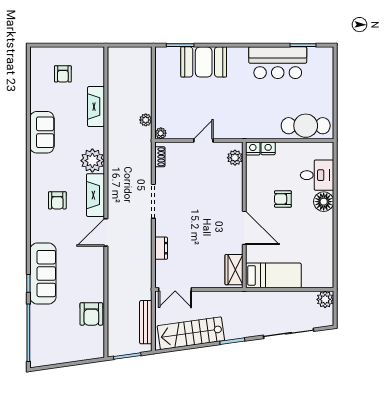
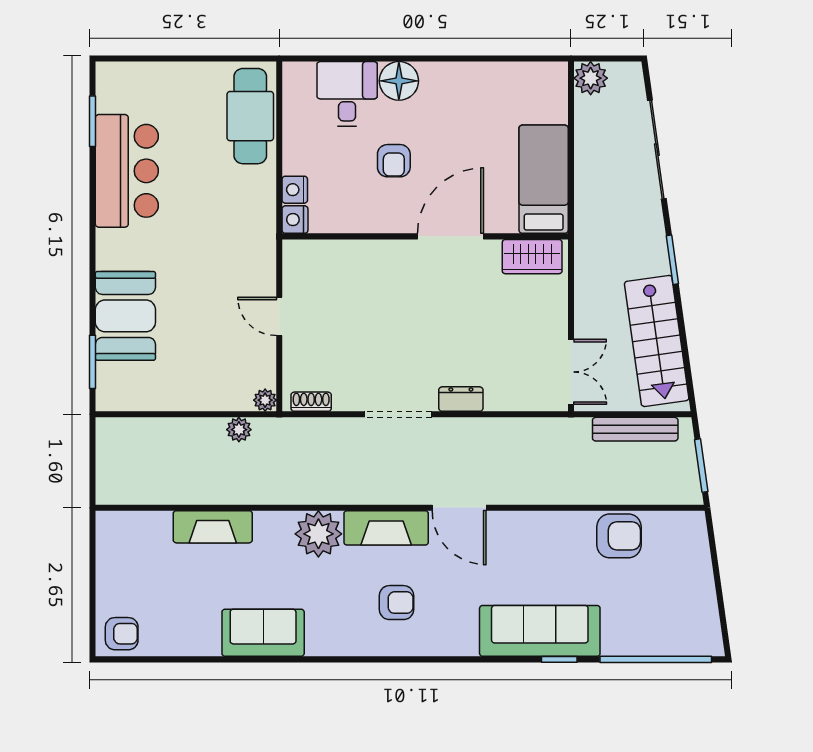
armchair: (63, 74) -> (122, 634), moved
plant: (235, 158) -> (313, 255), removed
dresser: (161, 248) -> (461, 399), moved

